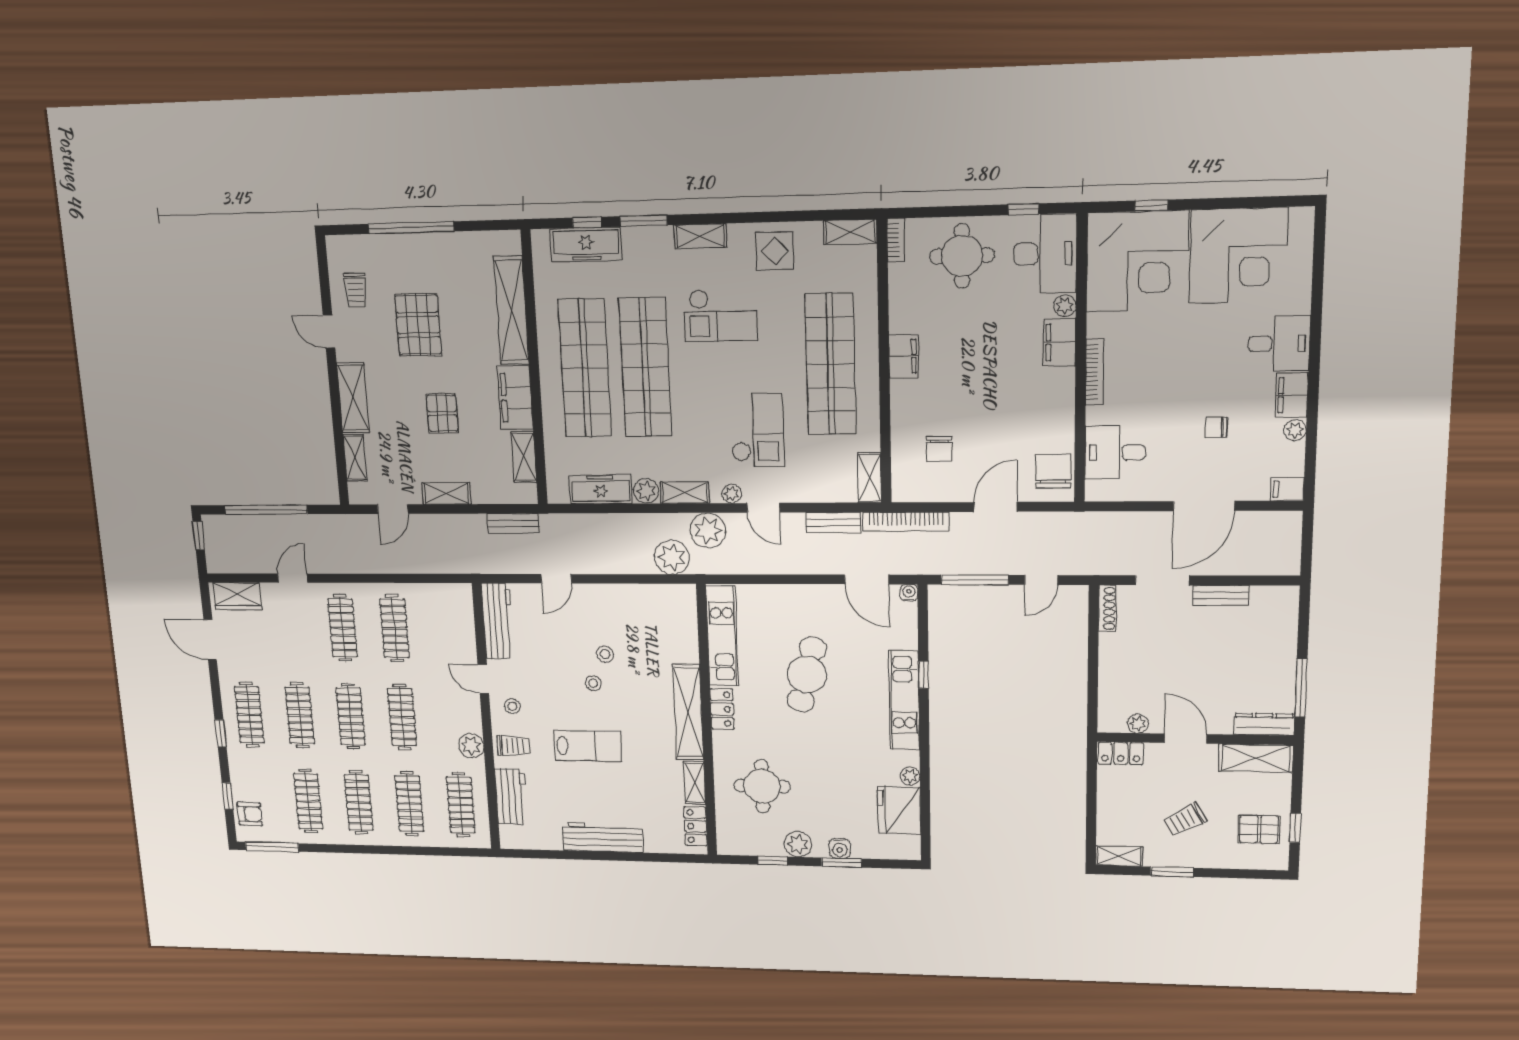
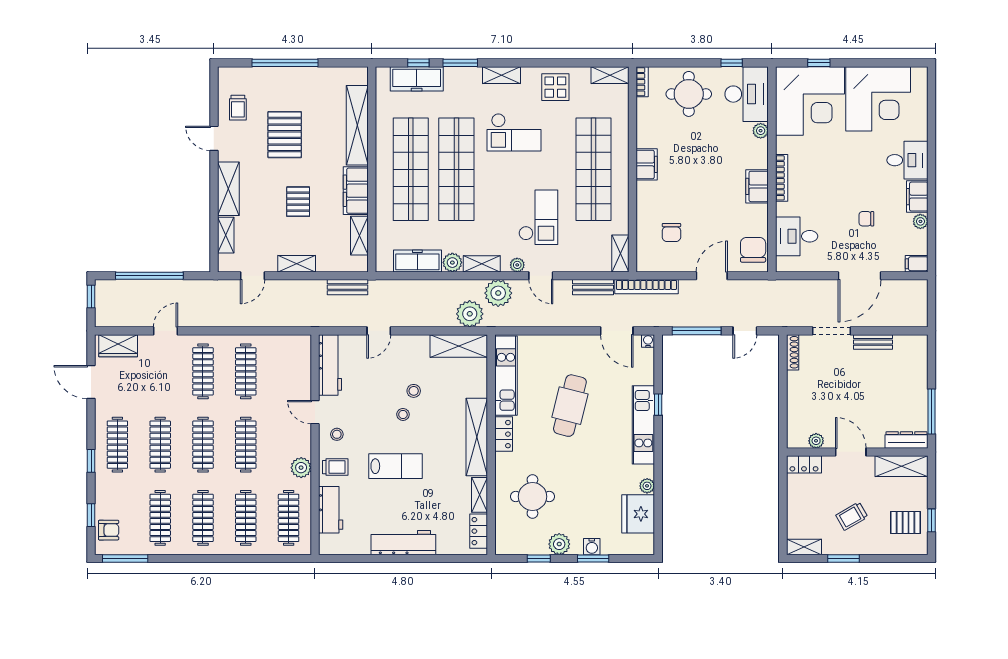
filing cabinet: (1060, 342) -> (757, 186), moved
shelving: (660, 598) -> (459, 346), added

